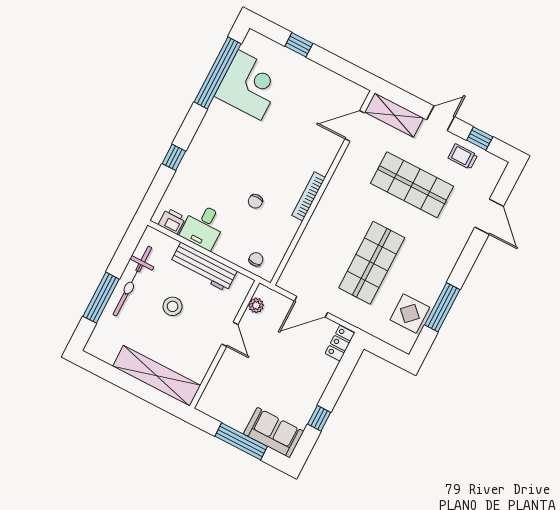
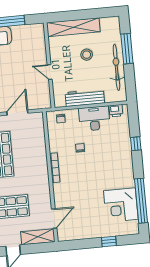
desk: (203, 226) -> (94, 118), width x1.37
plant: (256, 305) -> (46, 95), removed
stool: (173, 306) -> (87, 55), moved

